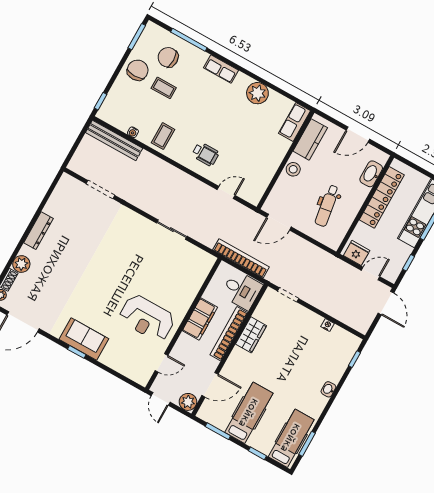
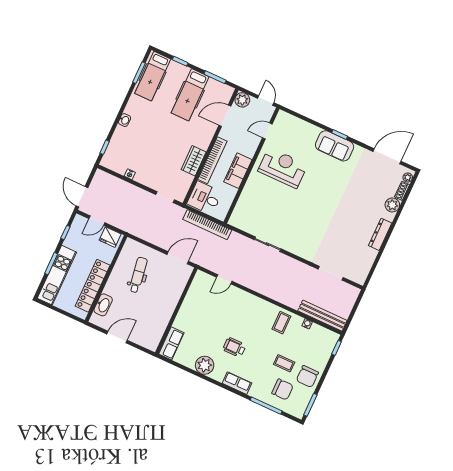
kitchen counter: (310, 139) -> (157, 330), removed
wheelchair: (206, 154) -> (234, 347), moved
stool: (293, 169) -> (169, 303), removed

